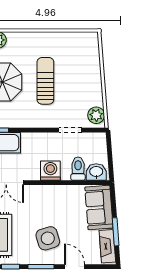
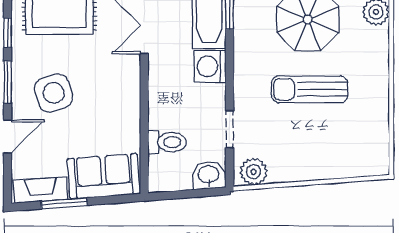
sun lounger: (45, 81) -> (310, 89), turned 180
washing machine: (50, 171) -> (210, 66), moved, turned 180
washbasin: (96, 172) -> (209, 175), moved, turned -94

